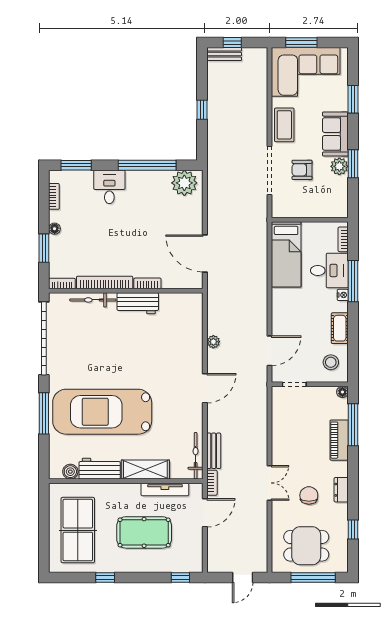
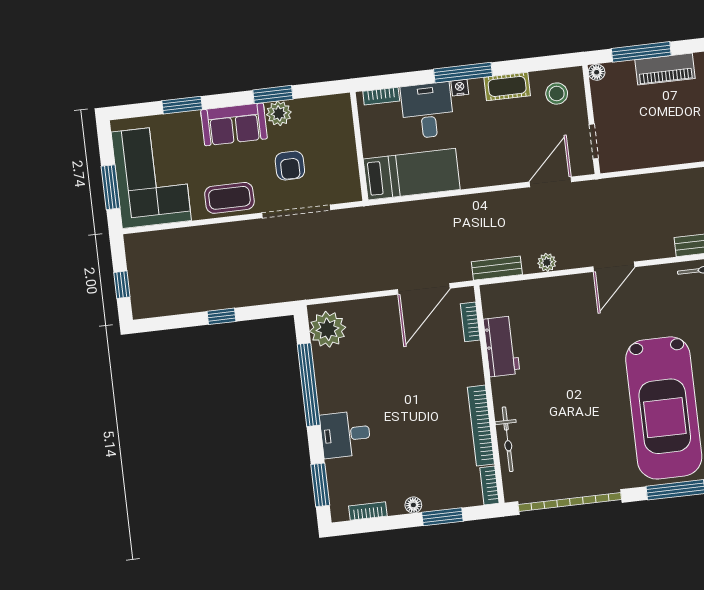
bench: (224, 54) -> (497, 268), moved, turned 90
window: (353, 281) -> (463, 73), moved
bookcase: (147, 283) -> (470, 322), moved
workbench: (138, 303) -> (502, 346), moved
door: (269, 351) -> (550, 182), hinge flipped
door: (205, 388) -> (614, 267), swing flipped

